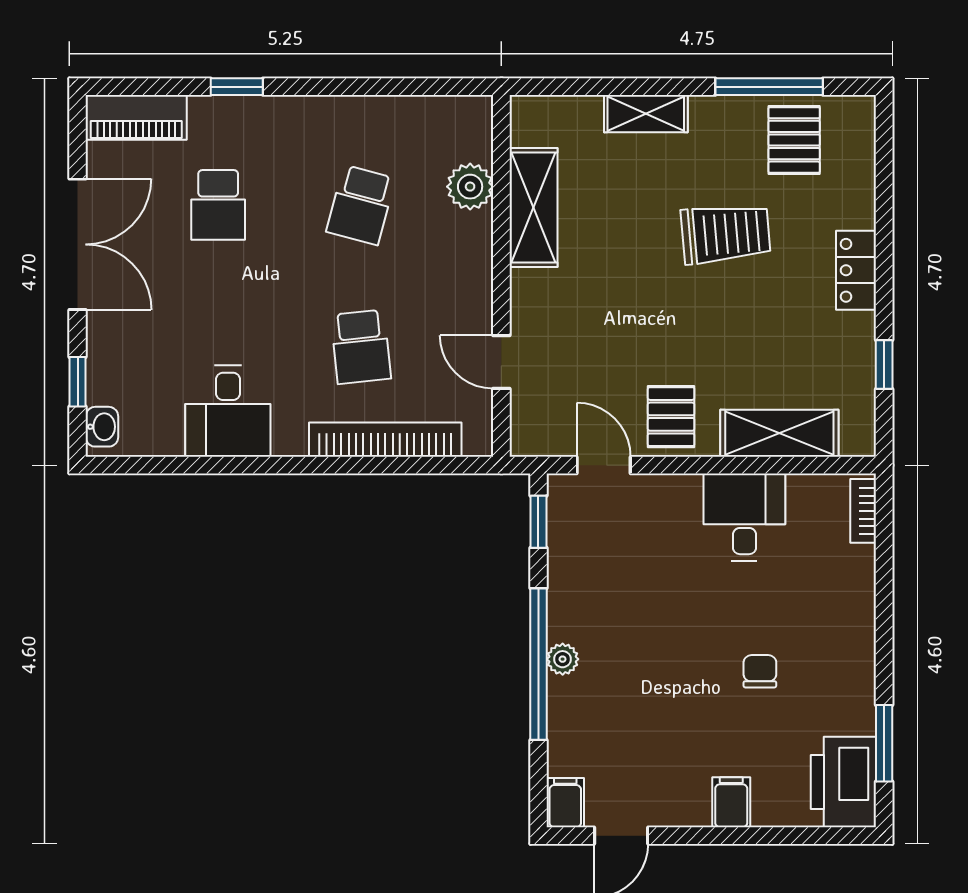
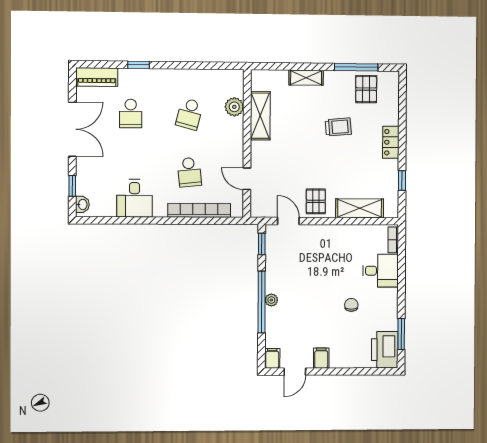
trolley: (726, 234) -> (338, 127), width x0.73, depth x0.72
desk: (744, 517) -> (381, 271), moved, turned 90
filing cabinet: (731, 802) -> (321, 358), moved

